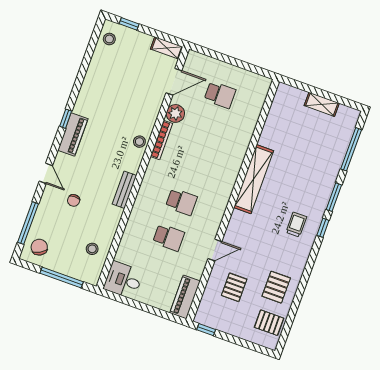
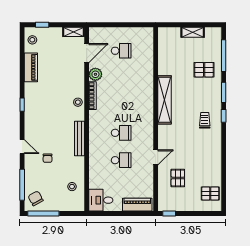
piano: (73, 134) -> (31, 67), moved
bench: (124, 190) -> (79, 139), width x1.36
window: (62, 278) -> (43, 214), moved
pallet: (276, 287) -> (204, 70), moved, turned 90
piano: (185, 297) -> (137, 205), moved, turned 90

